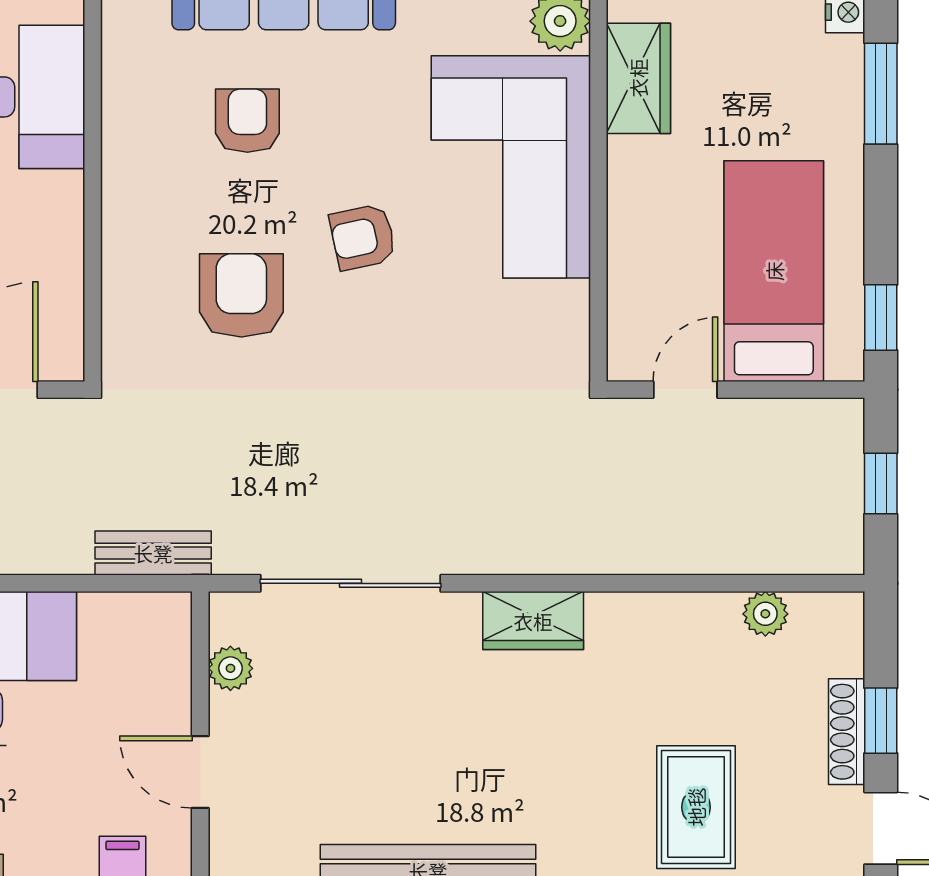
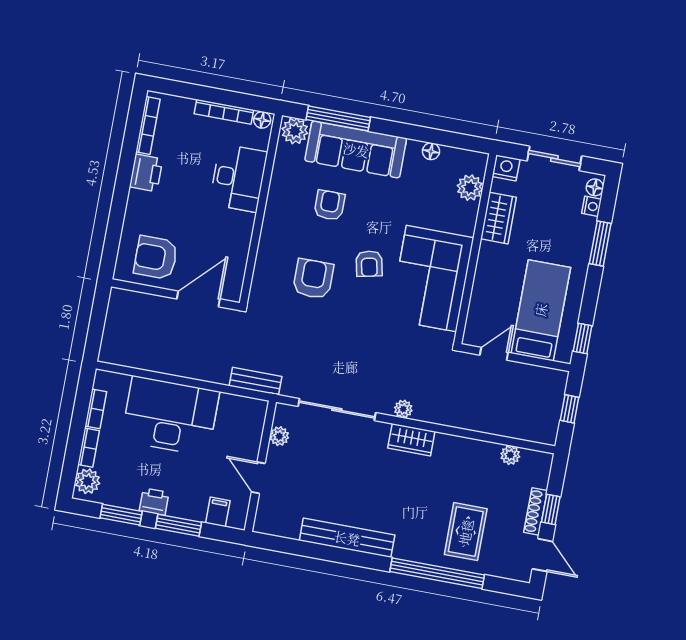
corner sofa: (511, 167) -> (431, 279), moved
armchair: (363, 237) -> (369, 264), turned -90
plant: (502, 554) -> (403, 409), added

